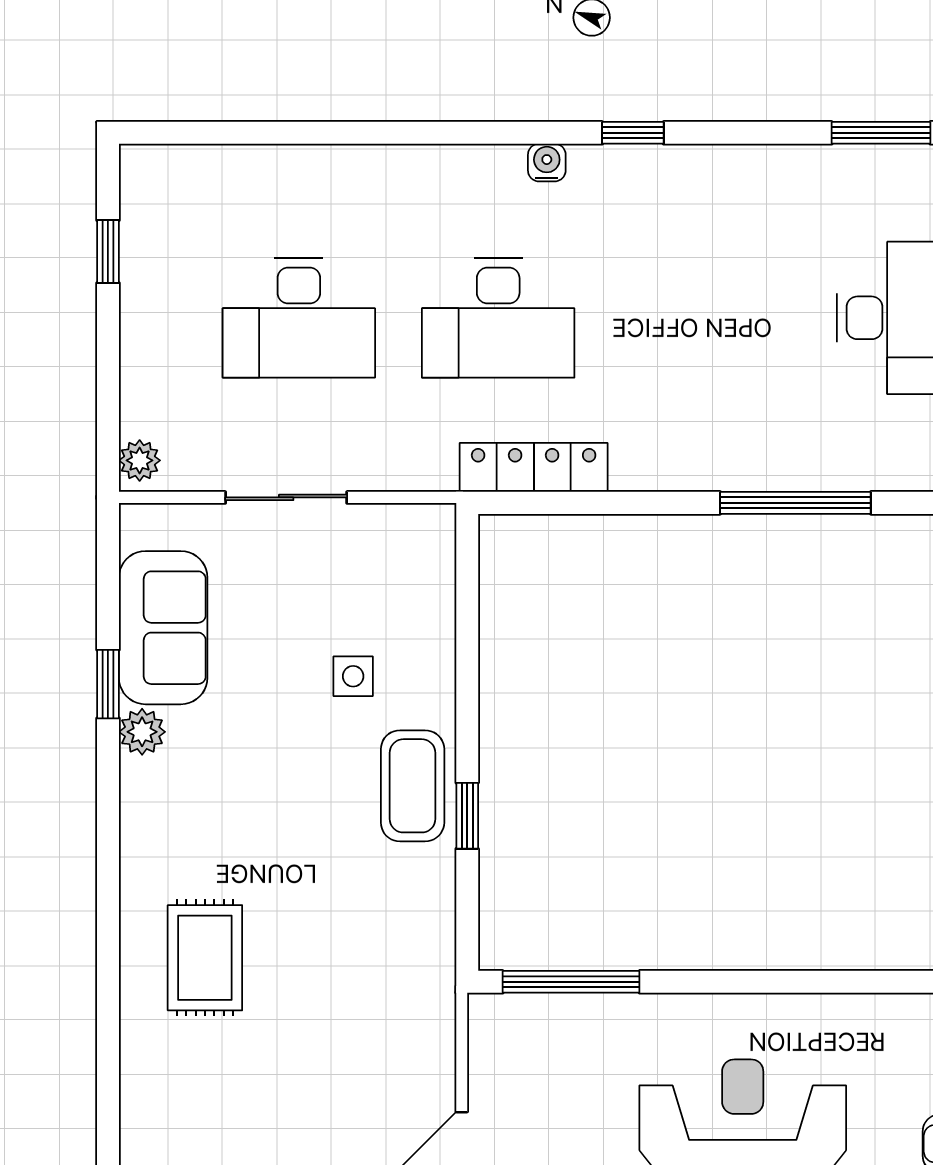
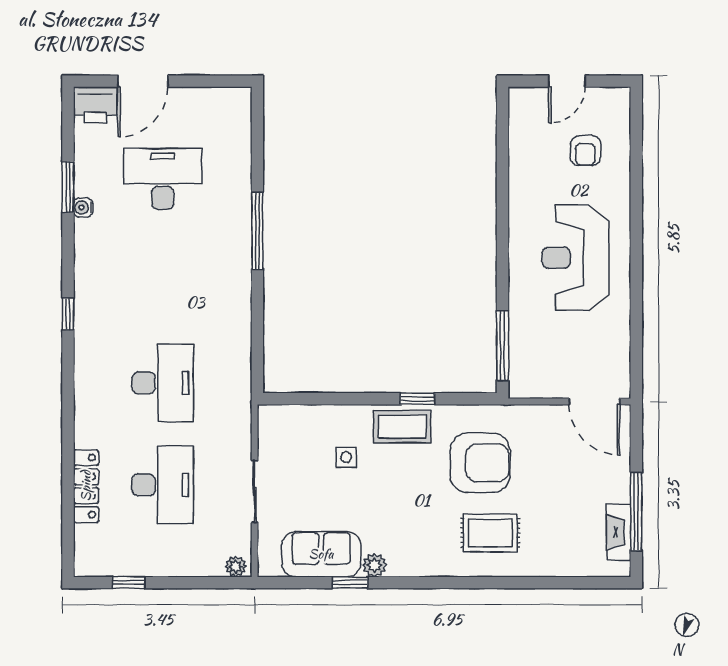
water cooler: (547, 163) -> (83, 207), moved
locker: (534, 467) -> (86, 486), moved, turned 180
armchair: (342, 938) -> (480, 463), added

